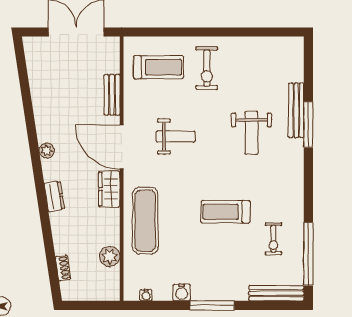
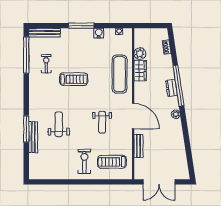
weight bench: (176, 136) -> (102, 122), turned -90
wardrobe: (109, 189) -> (140, 71), moved
window: (42, 200) -> (178, 86), added

